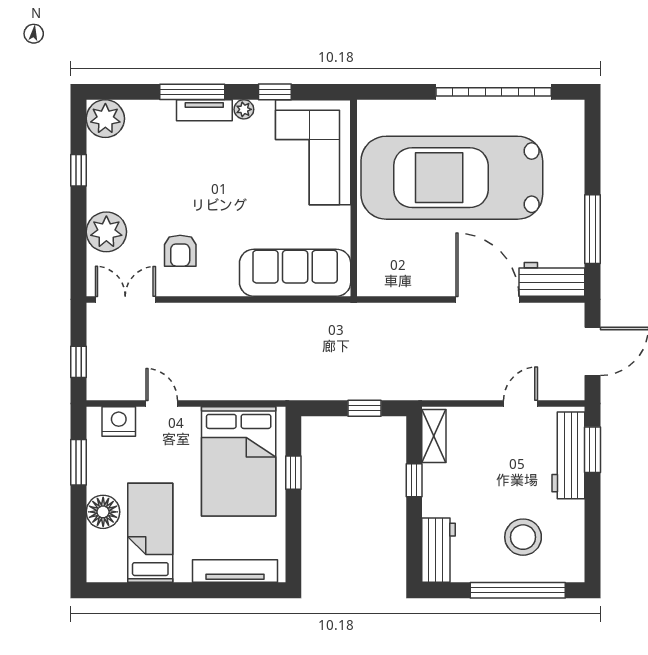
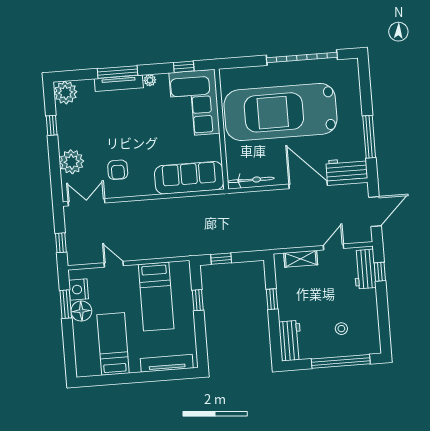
window: (275, 92) -> (184, 67), moved
tv unit: (204, 110) -> (119, 83), width x1.41
bicycle: (395, 284) -> (251, 180), added
window: (364, 408) -> (221, 259), moved
nightstand: (119, 422) -> (79, 289), moved, turned -90
shelving: (434, 436) -> (301, 259), moved, turned 90
window: (593, 450) -> (380, 272), width x0.67
workbench: (568, 455) -> (365, 269), width x0.73
bed: (239, 461) -> (156, 297), width x0.67
floor lamp: (103, 512) -> (81, 311), moved
stool: (523, 537) -> (341, 329), width x0.53, depth x0.53

